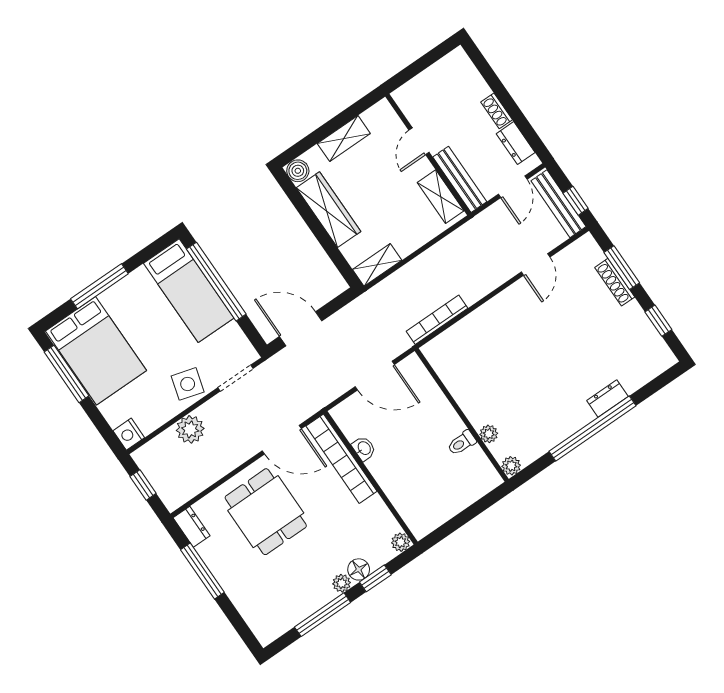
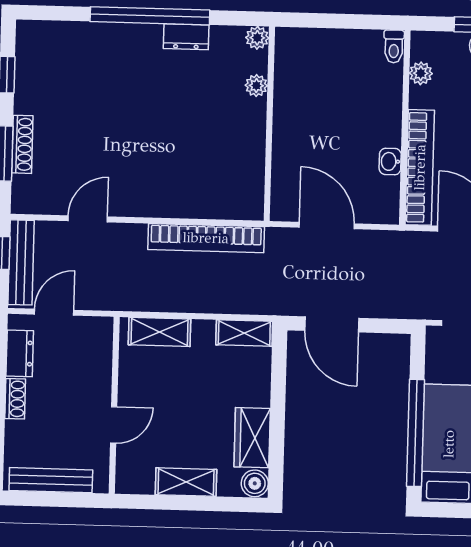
bench: (460, 179) -> (51, 480), moved, turned 90
shelving: (441, 197) -> (160, 332), moved, turned 90
wardrobe: (328, 210) -> (252, 438), width x0.67
bookcase: (437, 320) -> (206, 238), width x1.48, depth x1.31
door: (301, 329) -> (332, 324), moved
dresser: (607, 398) -> (186, 37), moved
toilet: (462, 443) -> (394, 46), moved, turned 90
plant: (401, 542) -> (421, 73), moved

